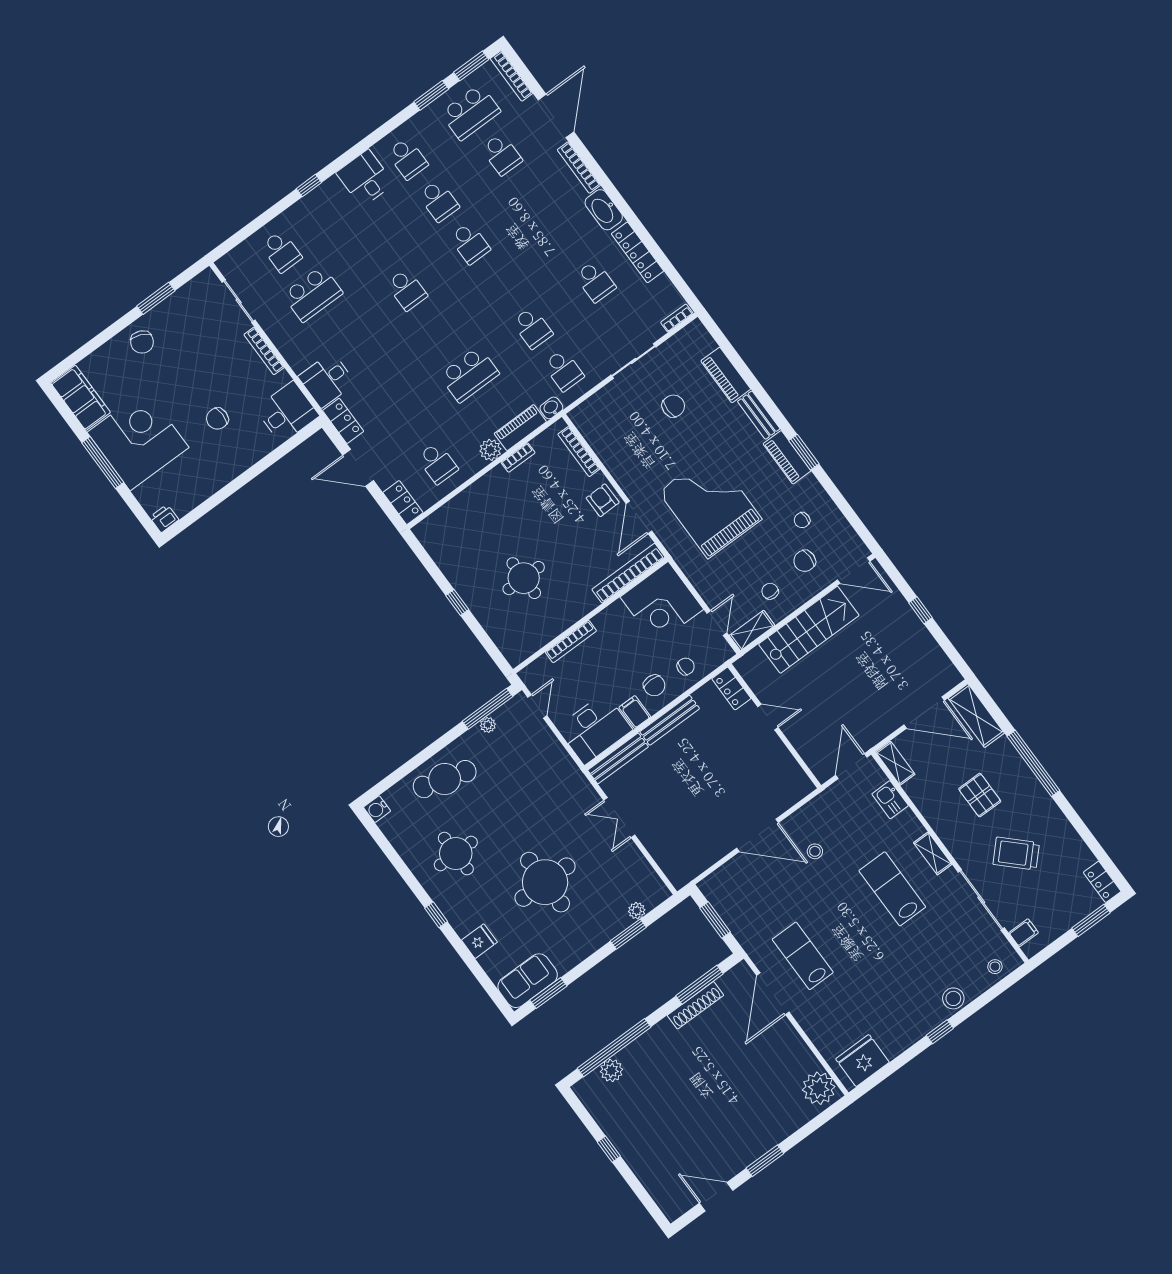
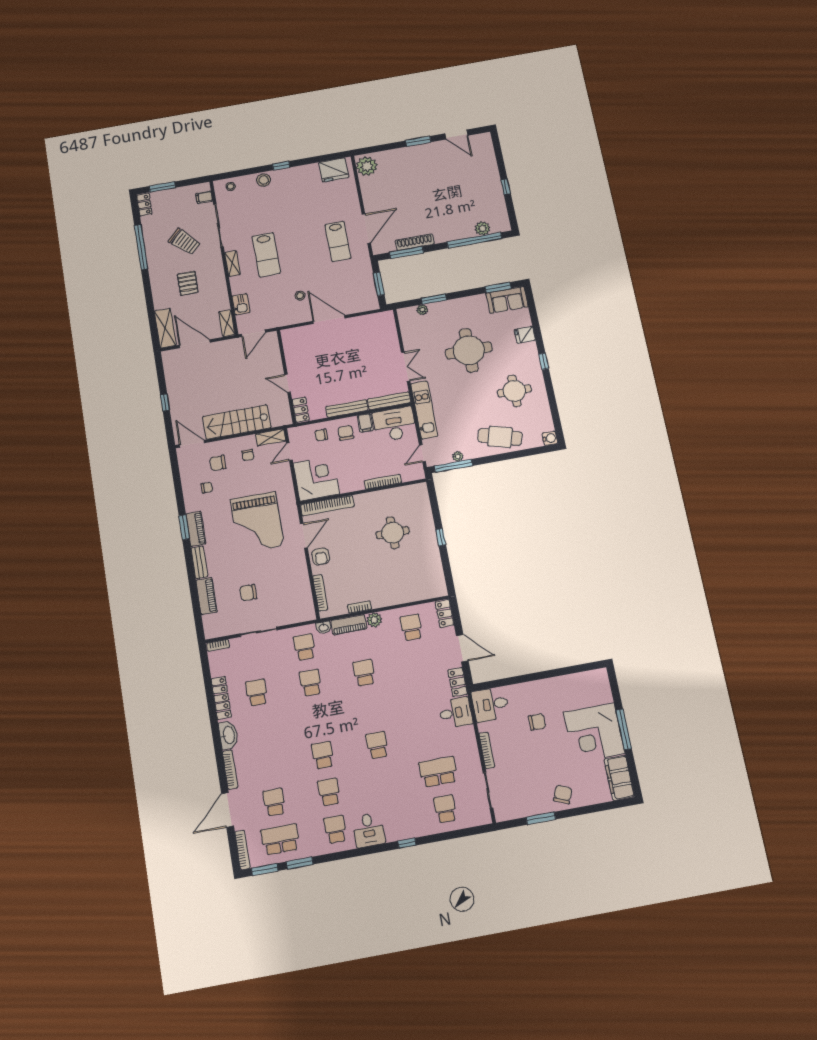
school desk: (469, 374) -> (364, 673), width x0.54
printer: (164, 518) -> (600, 675), removed
chair: (805, 561) -> (218, 463), turned 180
window: (1033, 763) -> (141, 247), moved
kitchen unit: (564, 768) -> (424, 410), added

